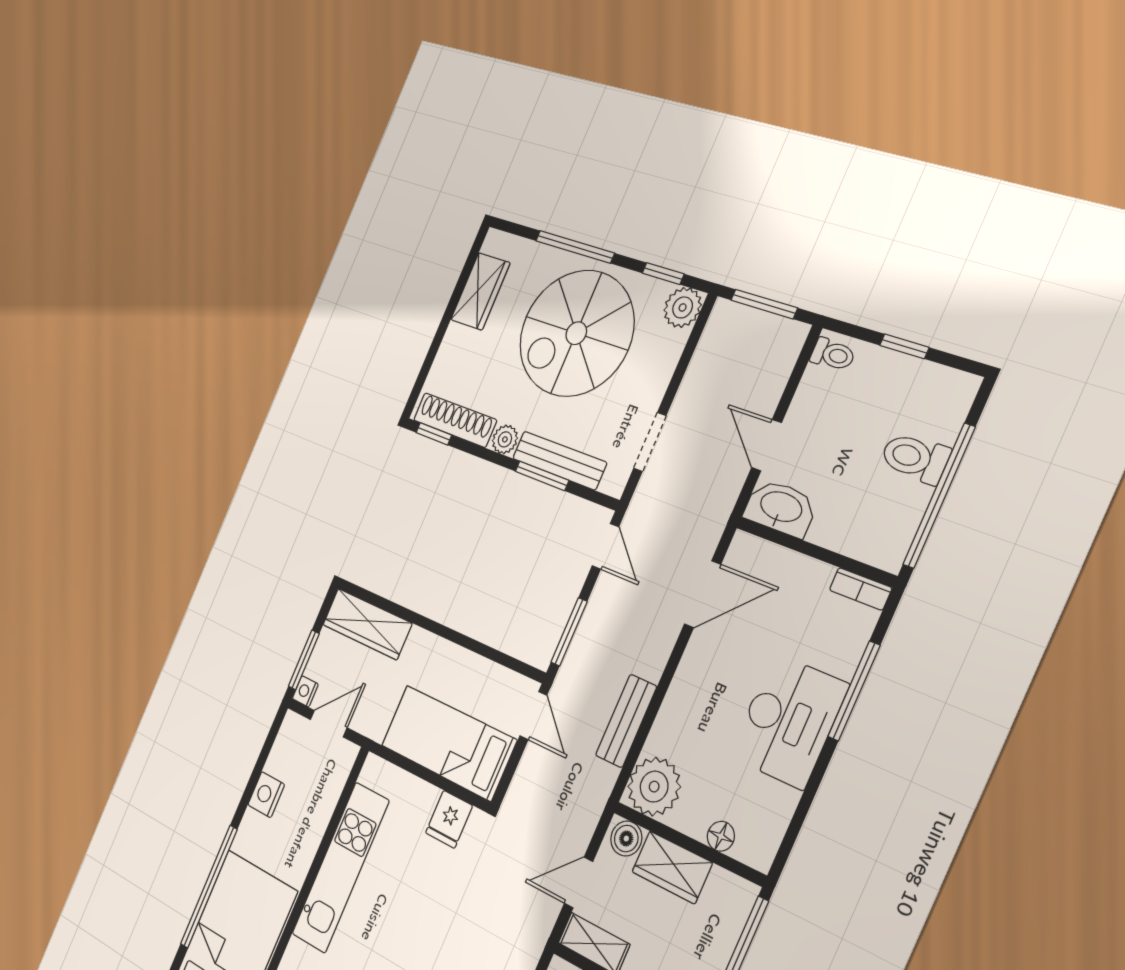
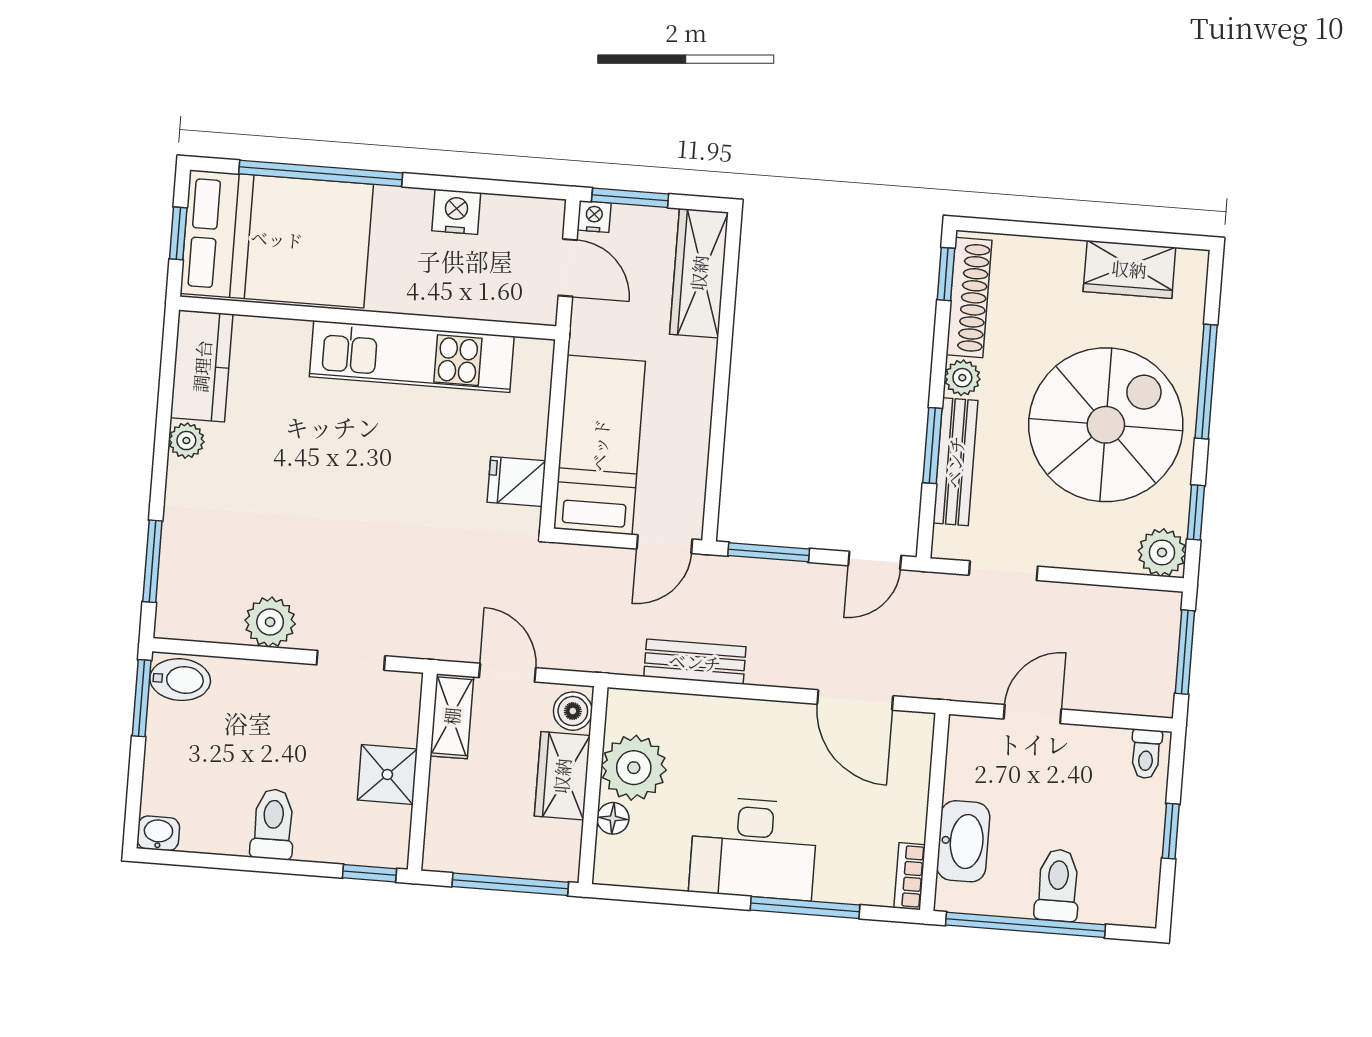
spiral stairs: (576, 333) -> (1106, 425), turned 90
washbasin: (781, 508) -> (963, 841), moved
plant: (654, 787) -> (634, 768), moved

